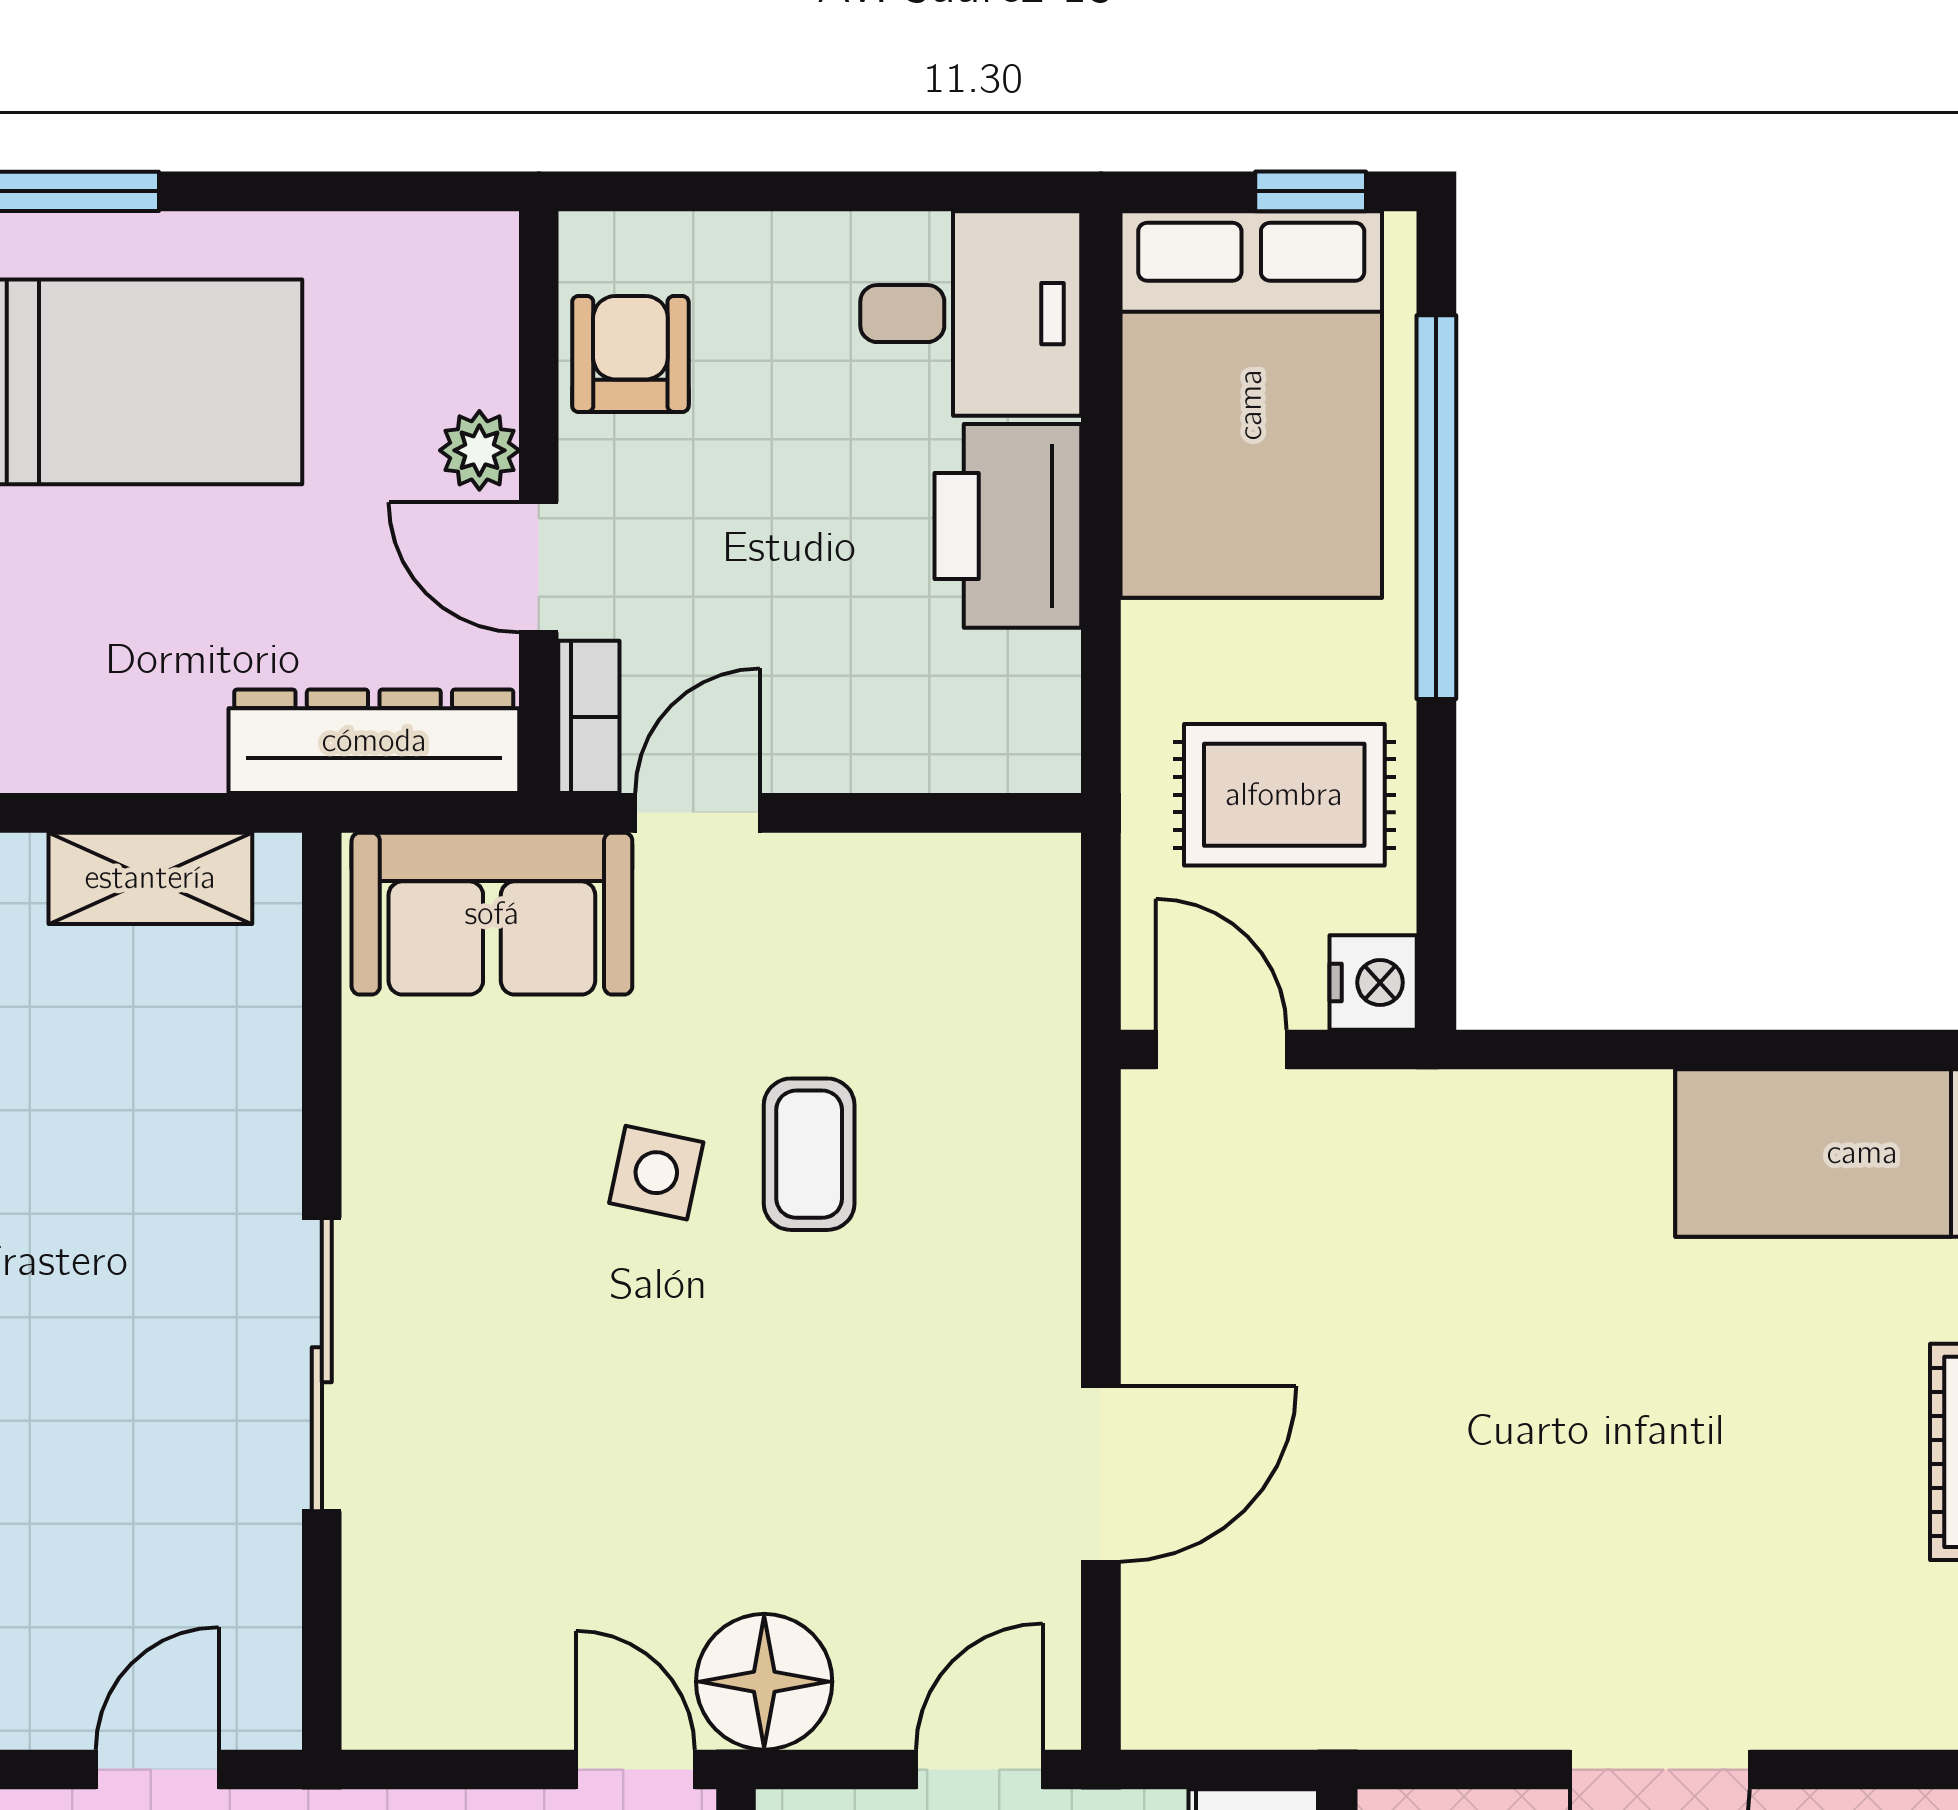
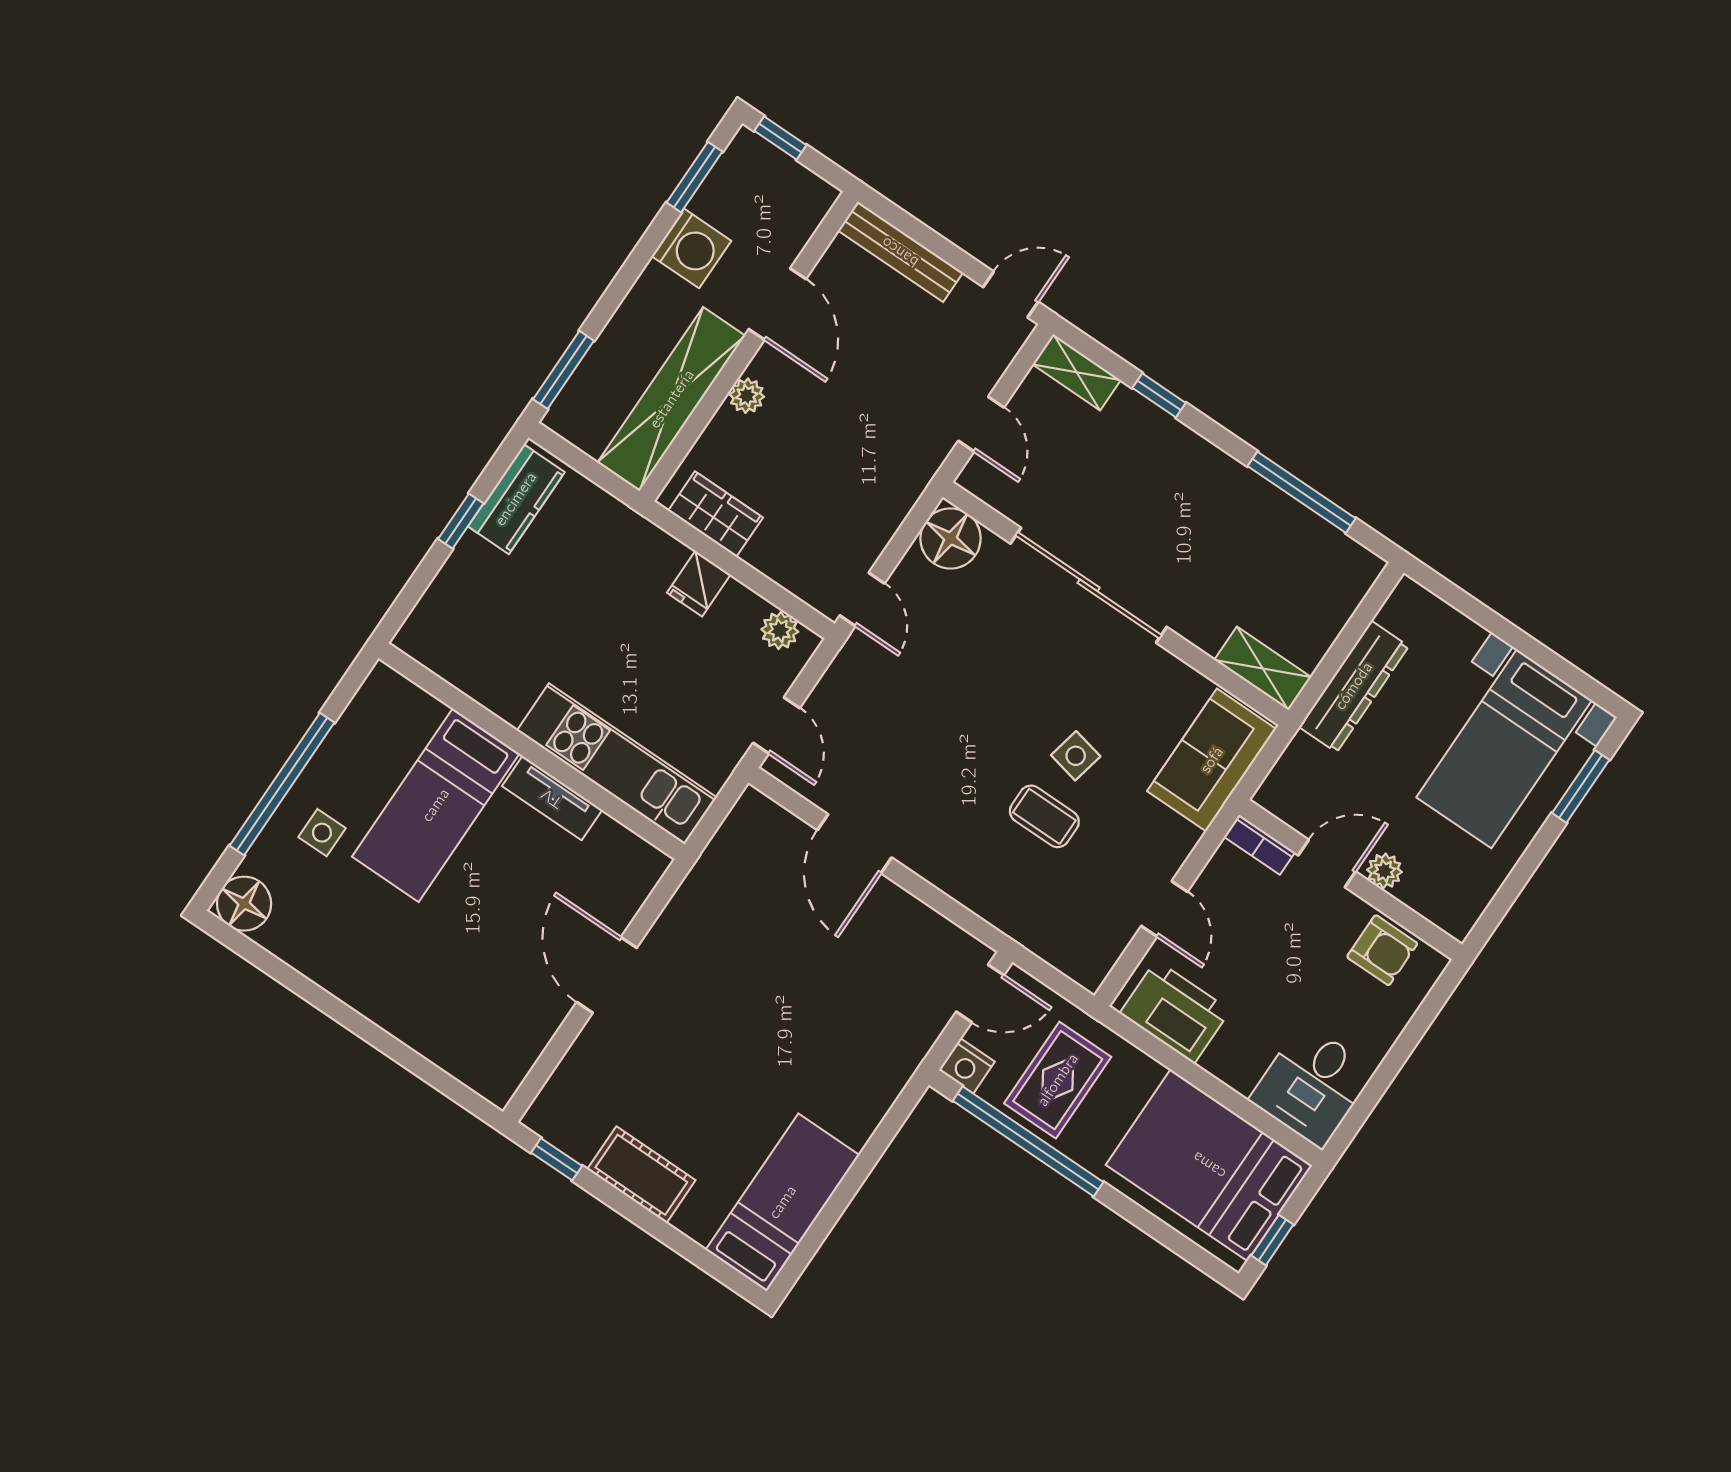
window: (1436, 507) -> (1028, 1141), moved
printer: (1008, 526) -> (1175, 1012), moved
dresser: (374, 741) -> (1354, 686), moved
door: (698, 813) -> (1164, 909), moved
shelving: (150, 878) -> (1263, 669), moved, turned 90
sliding door: (322, 1365) -> (1089, 585), width x1.36
floor lamp: (764, 1682) -> (951, 538), moved
door: (635, 1770) -> (862, 599), hinge flipped

